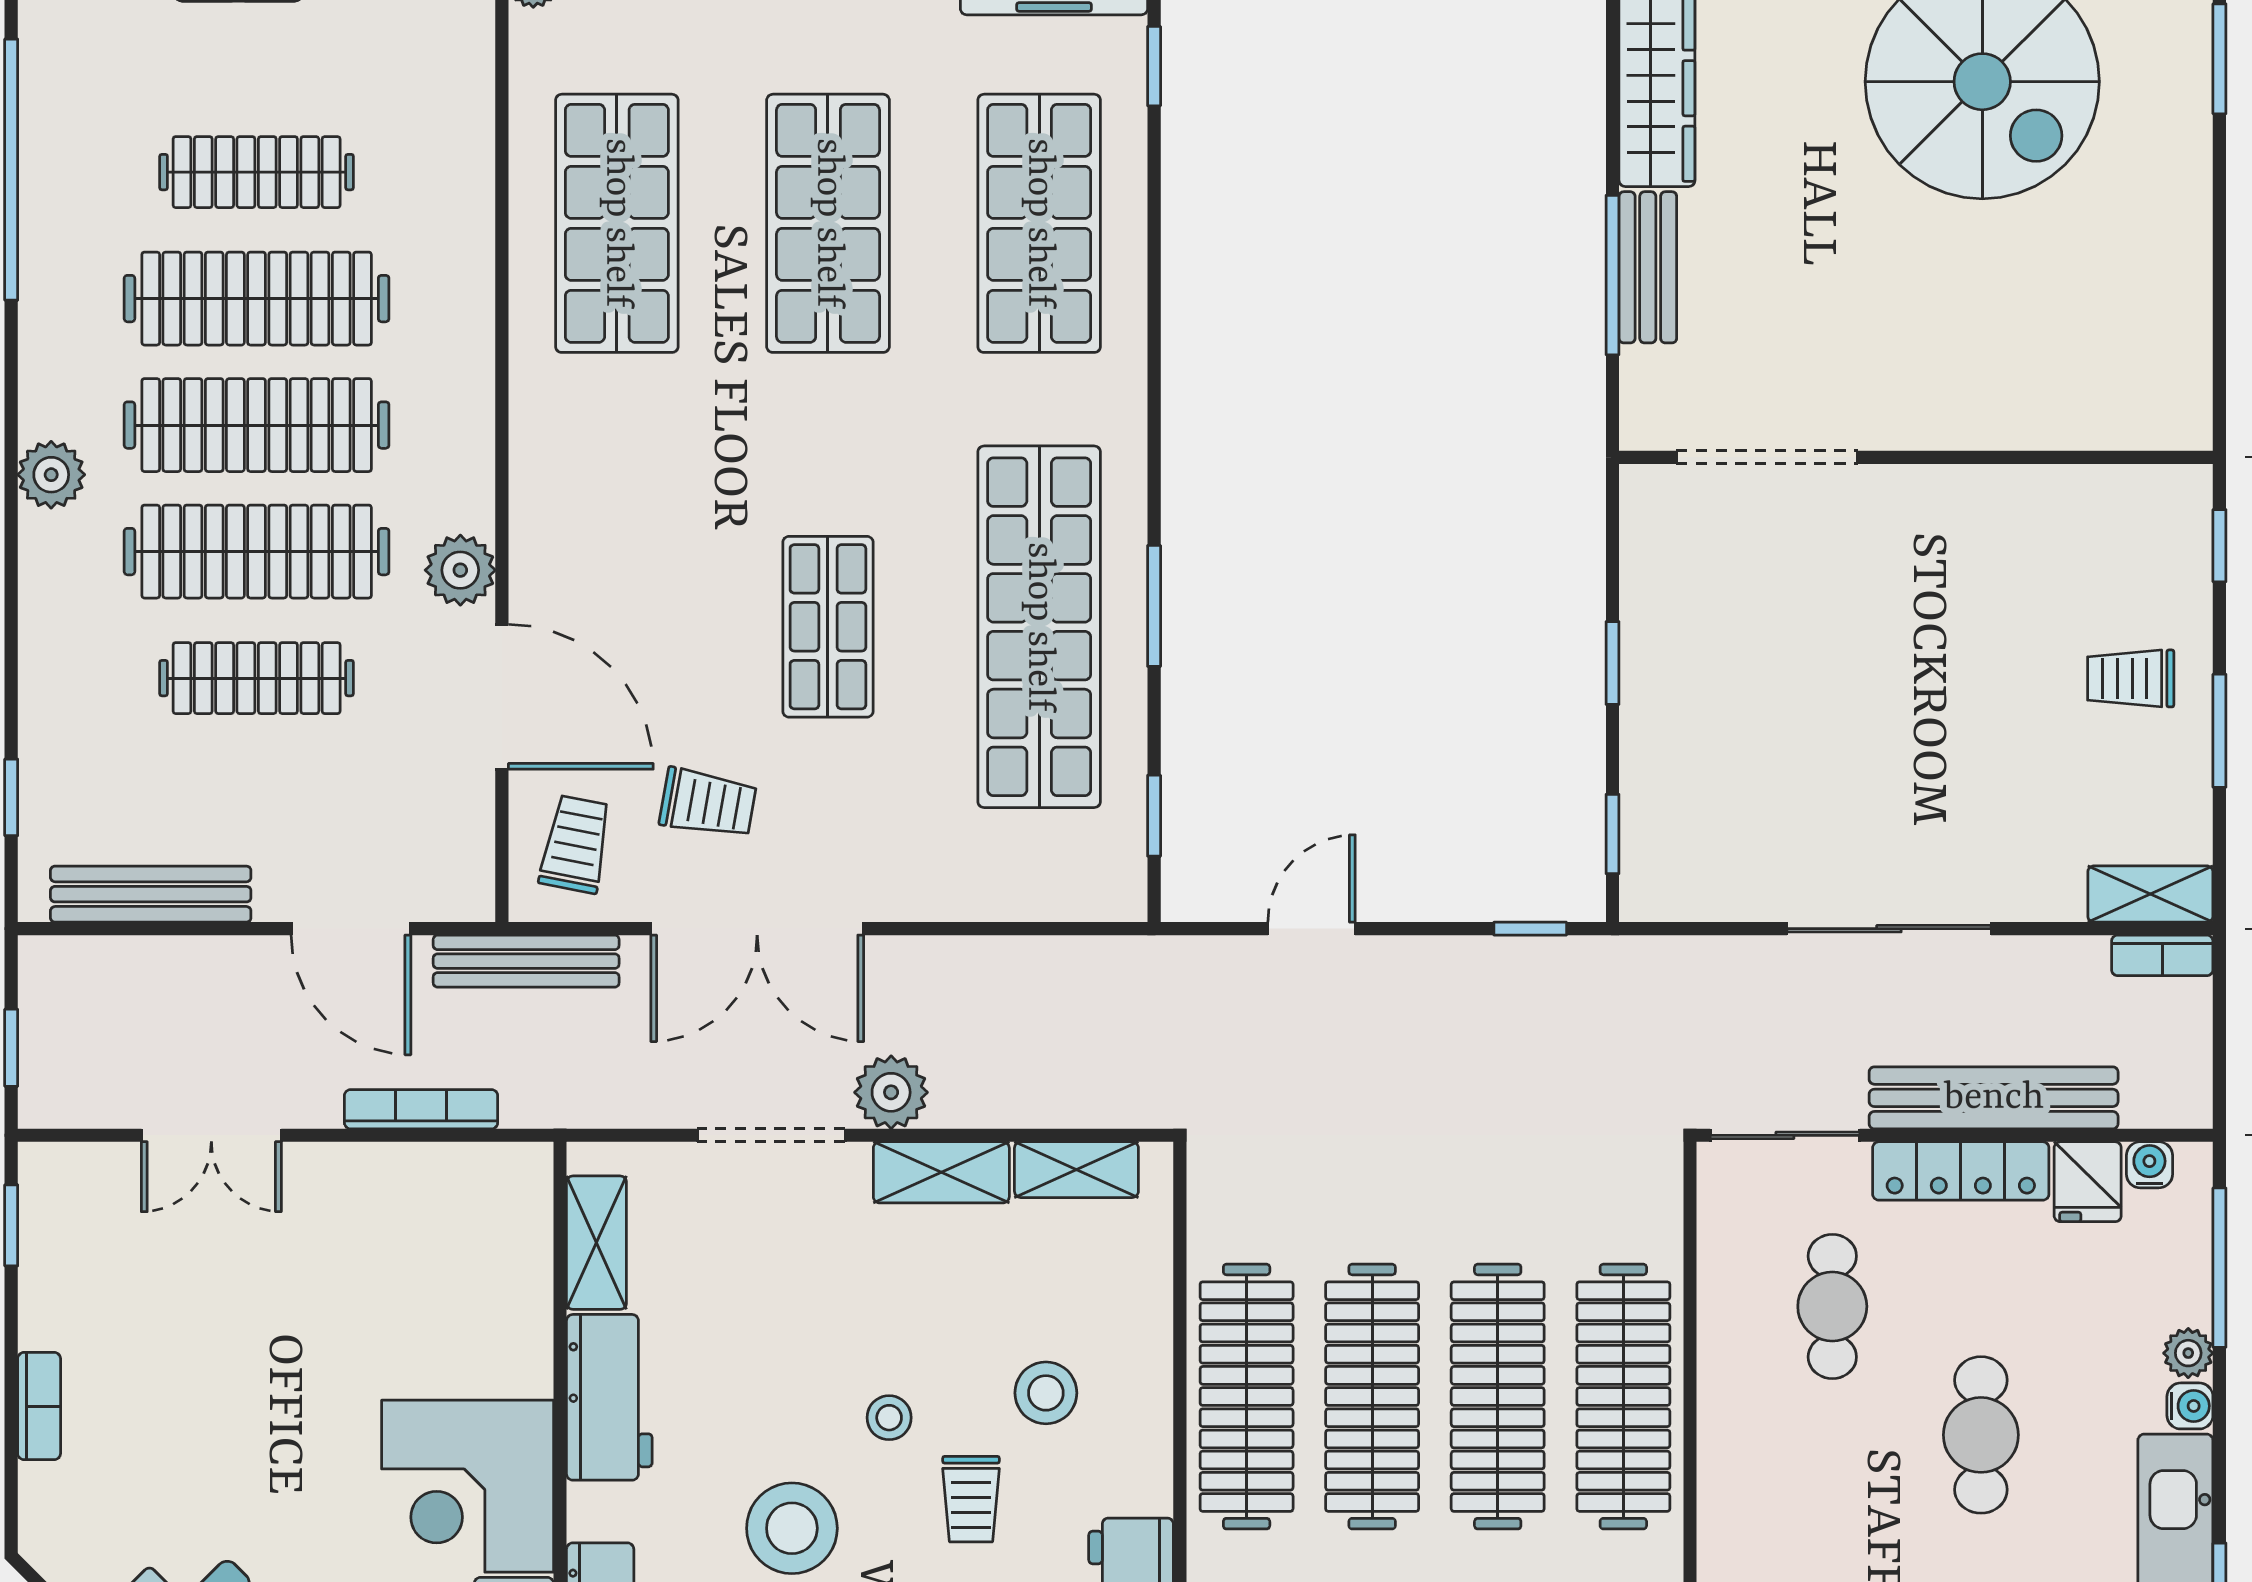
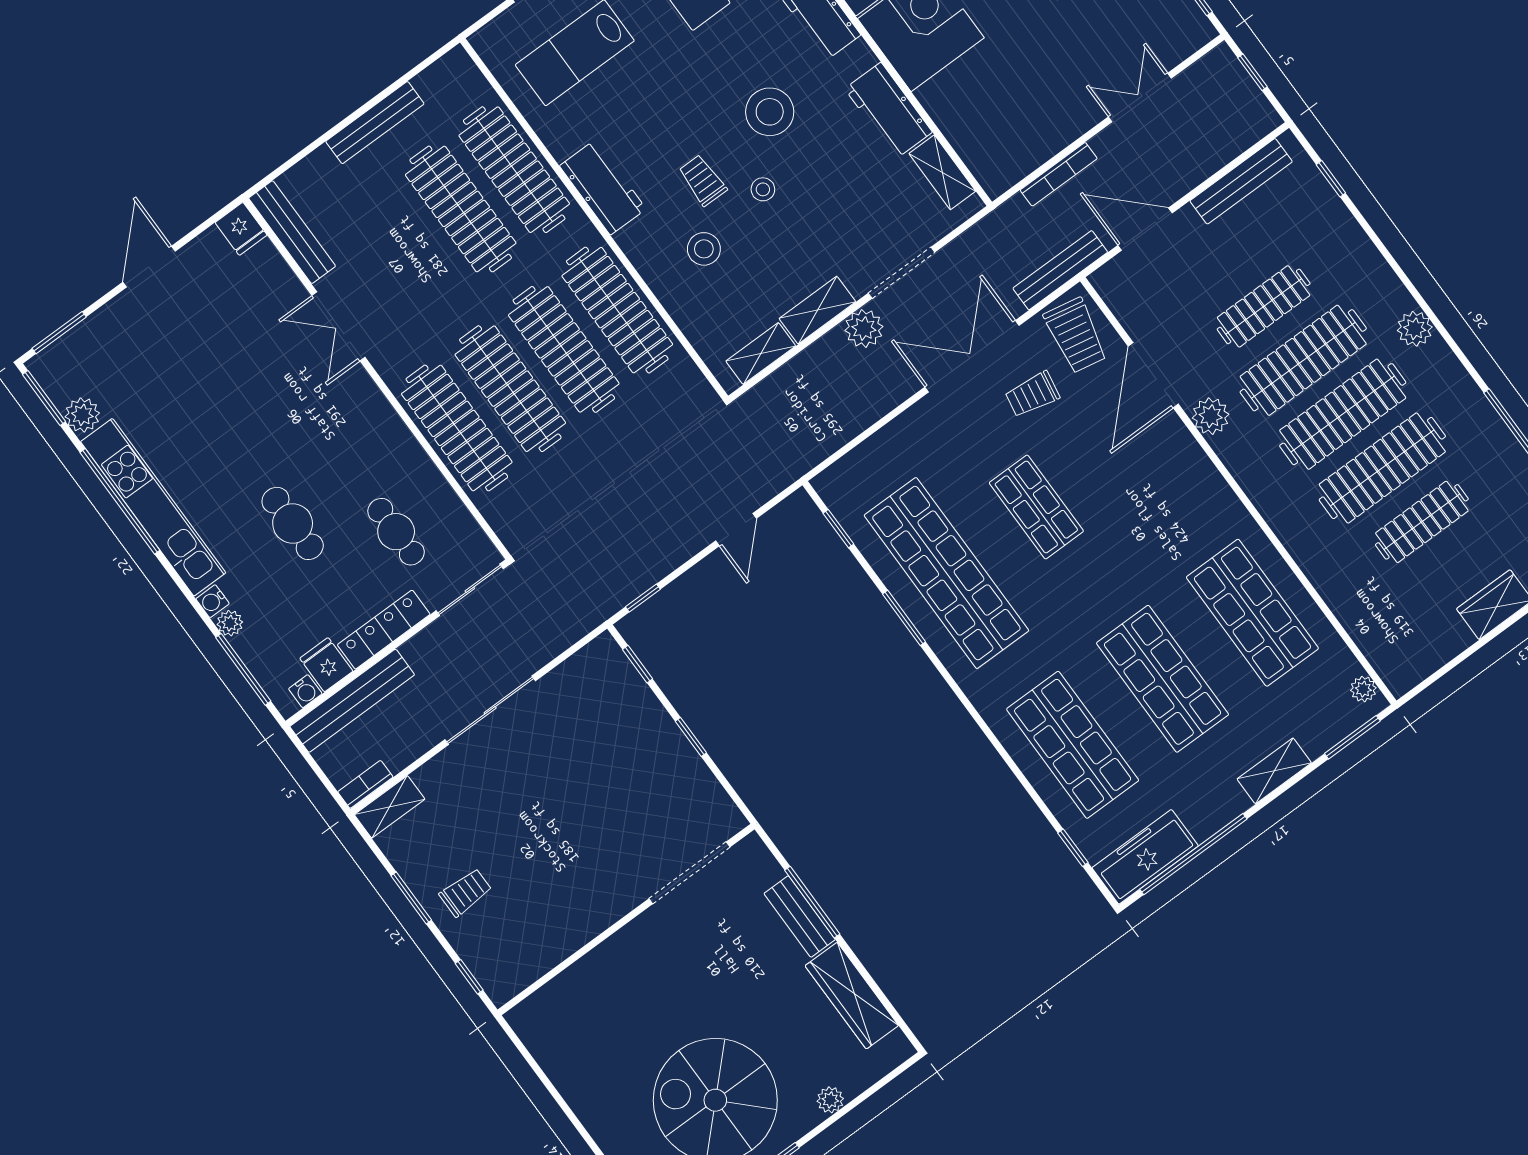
door: (502, 697) -> (1153, 375), hinge flipped
trolley: (576, 844) -> (1076, 335), width x1.36, depth x1.39
bench: (1994, 1098) -> (352, 701), moved

